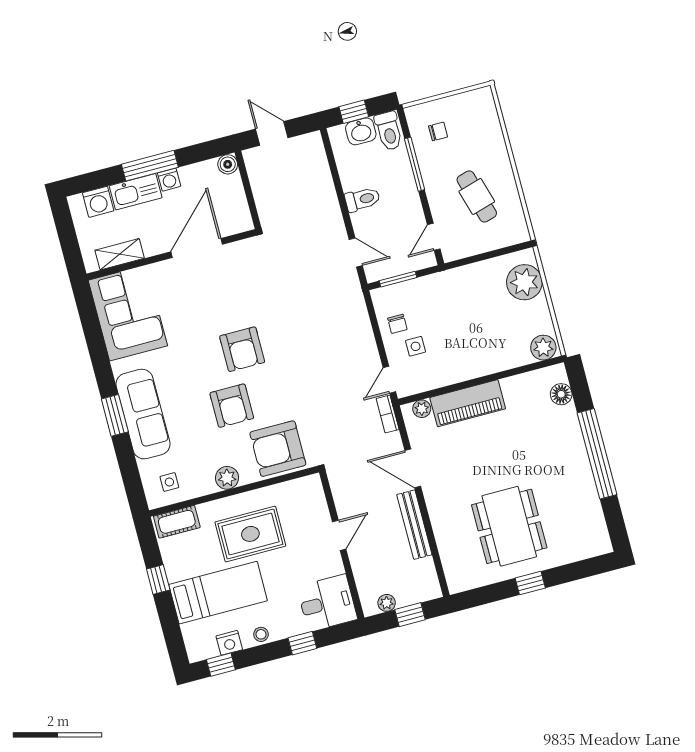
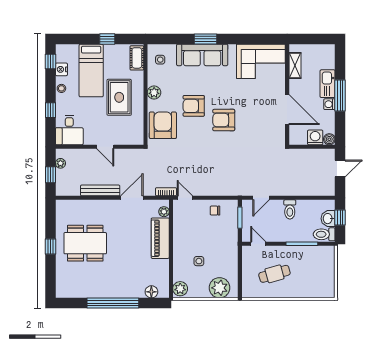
chair: (438, 131) -> (317, 262), removed
washing machine: (98, 202) -> (315, 137), moved, turned 90
side table: (416, 346) -> (199, 261), moved

